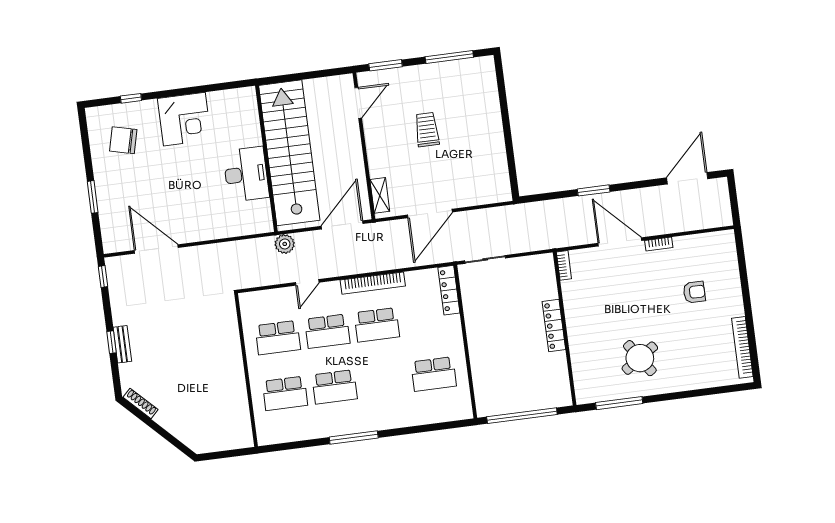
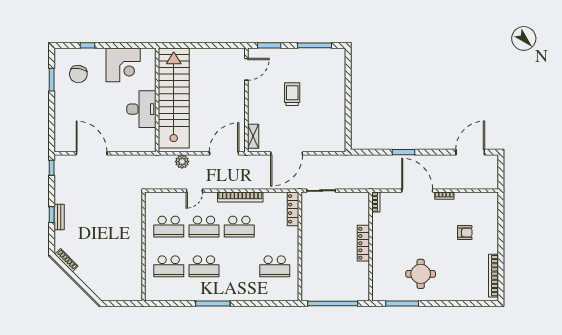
chair: (123, 140) -> (78, 74), turned -95
stairs: (289, 153) -> (174, 98), moved
wall: (266, 159) -> (157, 100), moved
desk: (246, 174) -> (141, 109), moved
window: (93, 197) -> (52, 80), moved
round table: (640, 358) -> (421, 274), turned 34

